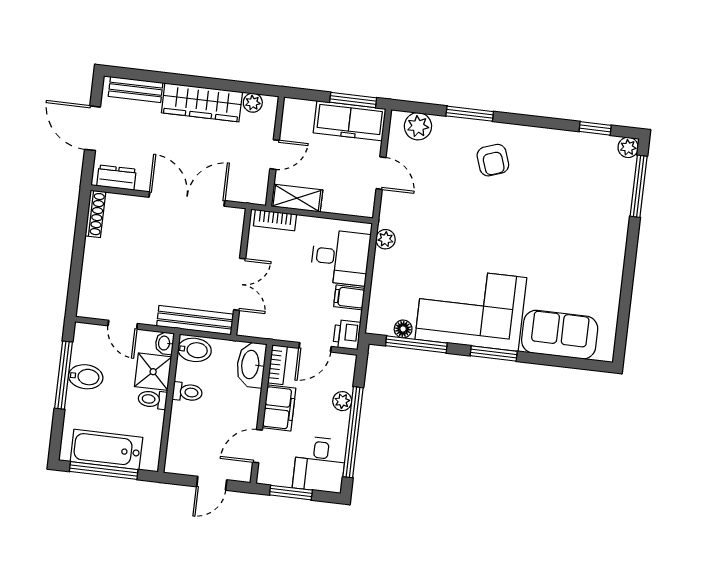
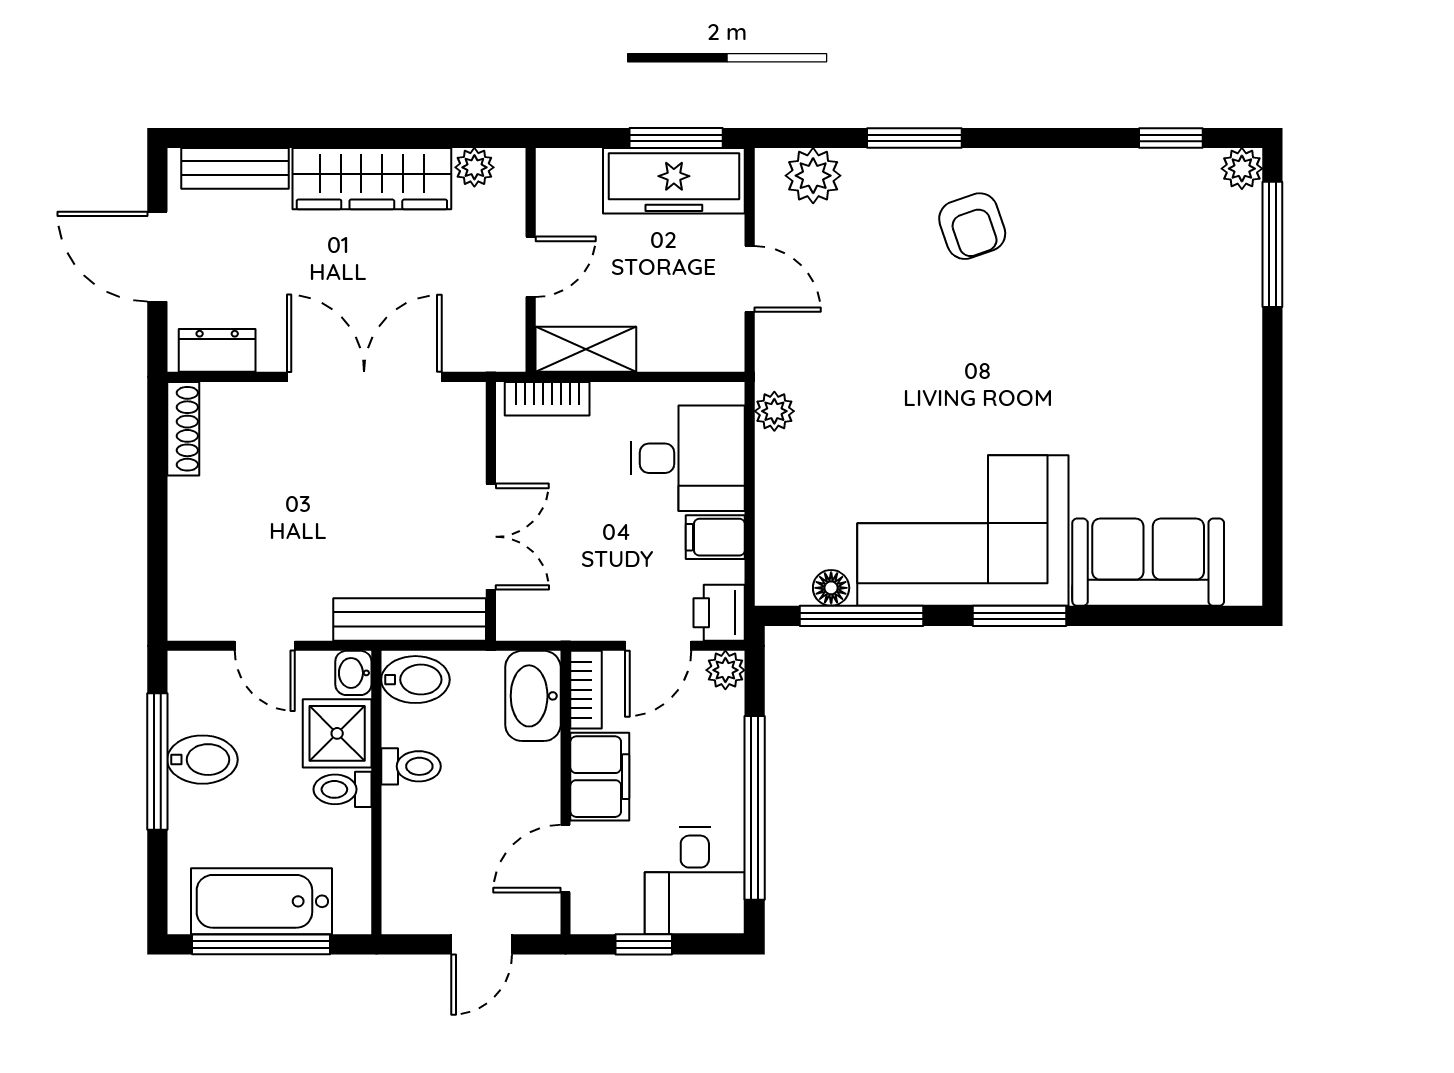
plant: (342, 401) -> (725, 670), moved
window: (291, 493) -> (644, 944), width x0.67

